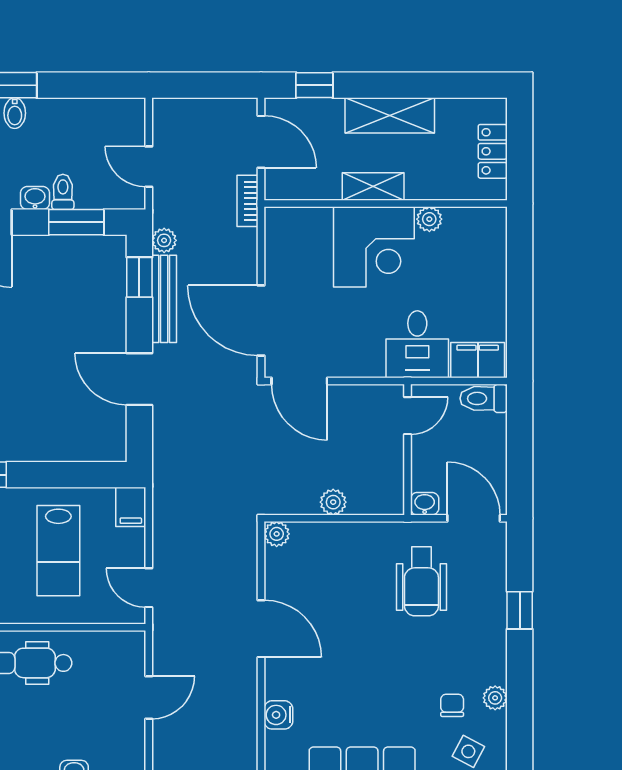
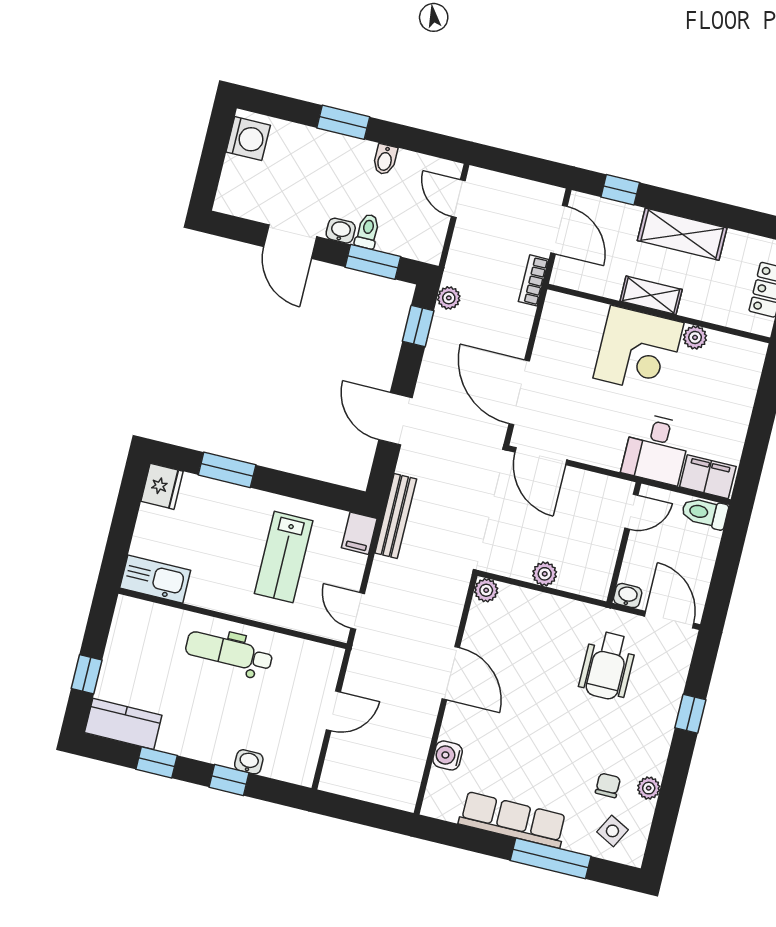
bidet: (15, 113) -> (385, 159), moved
door: (149, 167) -> (458, 199), moved
bench: (164, 299) -> (396, 516), moved

